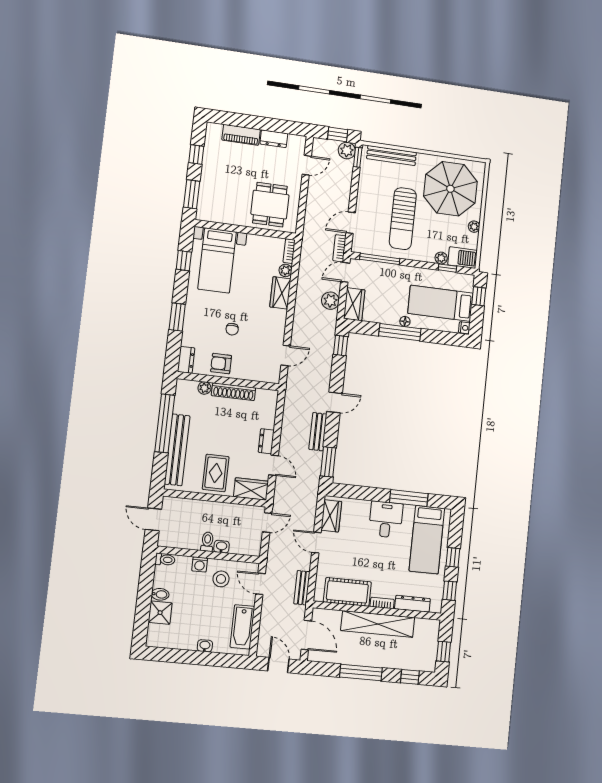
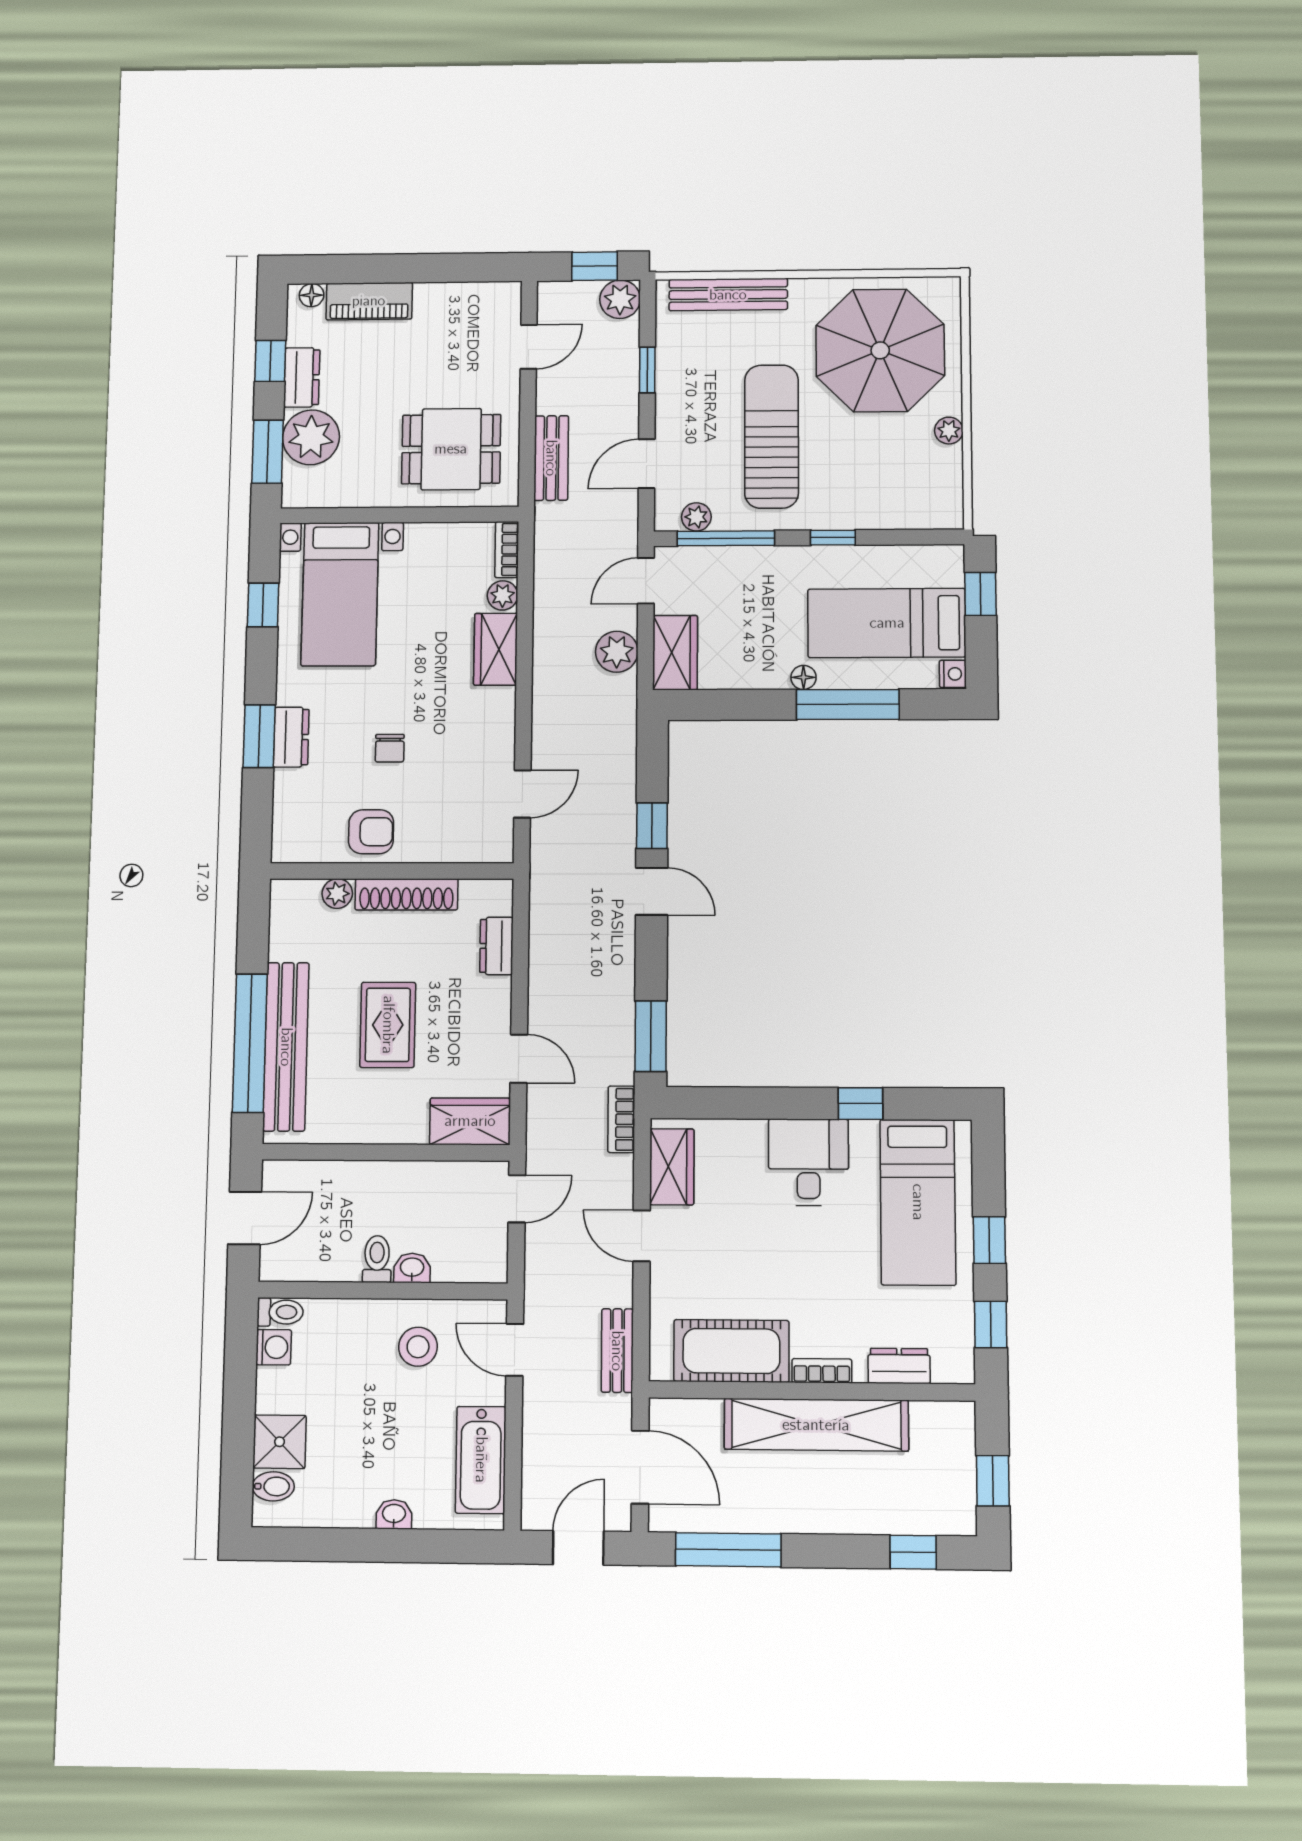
floor lamp: (217, 128) -> (312, 295), added
dresser: (274, 139) -> (302, 377), moved, turned -90
window: (358, 157) -> (647, 370), moved
plant: (211, 191) -> (311, 437), added
dining table: (270, 205) -> (451, 449), turned 90
sun lounger: (403, 219) -> (771, 436), turned 180
bookcase: (339, 248) -> (621, 1119), moved
plant: (441, 258) -> (696, 517), moved
barbecue: (463, 258) -> (929, 508), removed
window: (447, 268) -> (833, 538), moved
window: (400, 332) -> (848, 704), moved
window: (341, 345) -> (652, 826), moved
dresser: (186, 360) -> (291, 737), moved
armchair: (221, 364) -> (371, 832), turned 180
door: (335, 402) -> (652, 891), hinge flipped
window: (165, 423) -> (250, 1043), moved
bench: (318, 432) -> (551, 458), moved
dresser: (266, 441) -> (496, 946), moved
rug: (216, 473) -> (388, 1025), moved
window: (409, 498) -> (860, 1104), width x0.46
door: (153, 519) -> (245, 1218), swing flipped
washing machine: (200, 564) -> (274, 1347), moved, turned -90
bidet: (160, 594) -> (273, 1486), moved
dresser: (412, 604) -> (899, 1366), width x0.70
door: (278, 665) -> (578, 1548), hinge flipped
window: (361, 672) -> (728, 1550), moved

